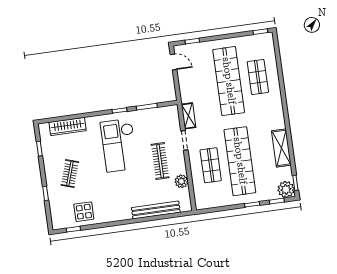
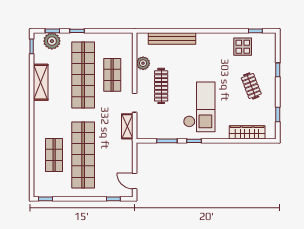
clothes rail: (70, 174) -> (251, 86), turned -39
plant: (286, 189) -> (52, 41), moved

